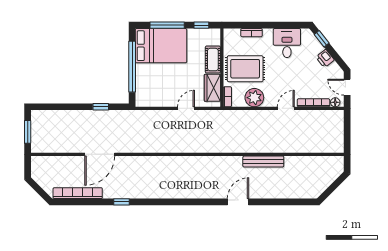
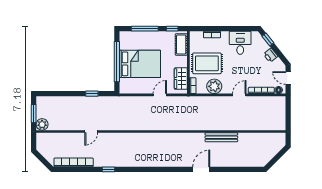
bed: (161, 46) -> (140, 64), moved
cot: (213, 60) -> (181, 44), moved
plant: (38, 145) -> (42, 124), added
door: (100, 154) -> (91, 132), width x0.53

